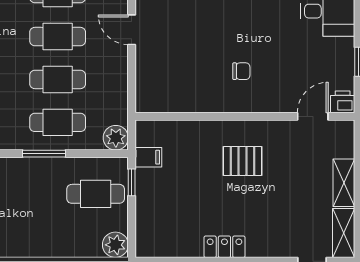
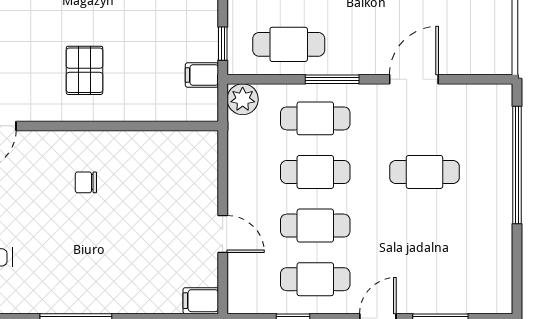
pallet: (243, 161) -> (84, 70), turned 90
cafe table: (96, 194) -> (289, 44), moved

